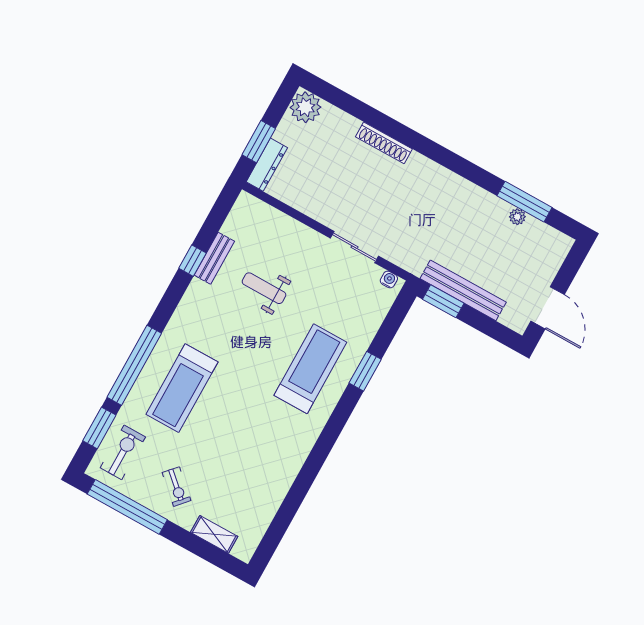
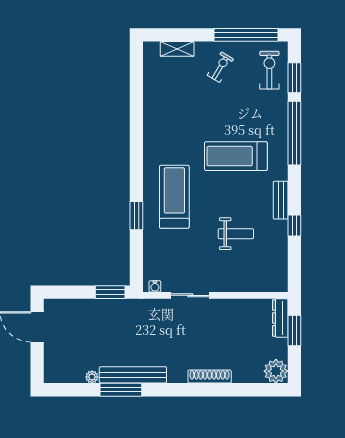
window: (524, 202) -> (121, 390), moved
bench: (214, 258) -> (281, 200), moved
bench: (463, 290) -> (133, 375), moved
treadmill: (310, 369) -> (174, 197), turned 180
treadmill: (182, 388) -> (236, 156), moved, turned -90
exercise bike: (123, 452) -> (269, 70), turned 180
exercise bike: (176, 487) -> (220, 67), turned 79

